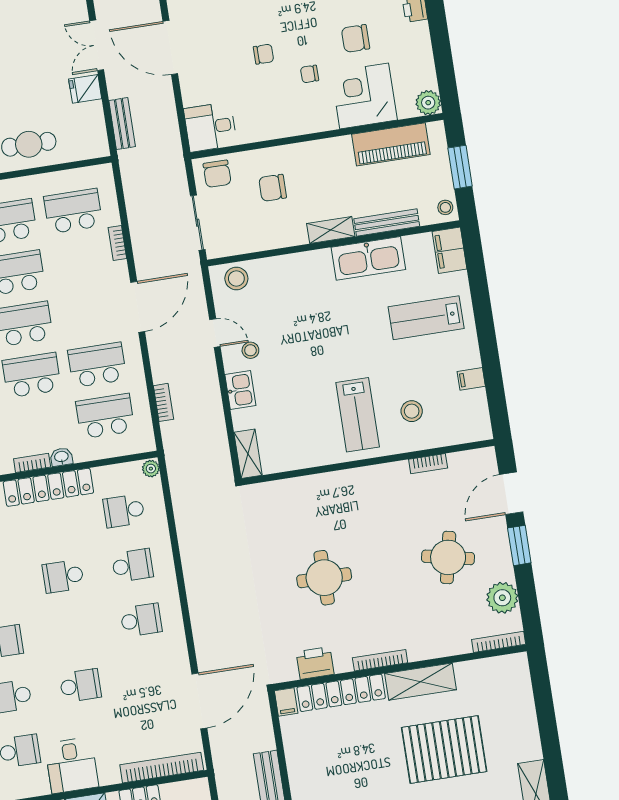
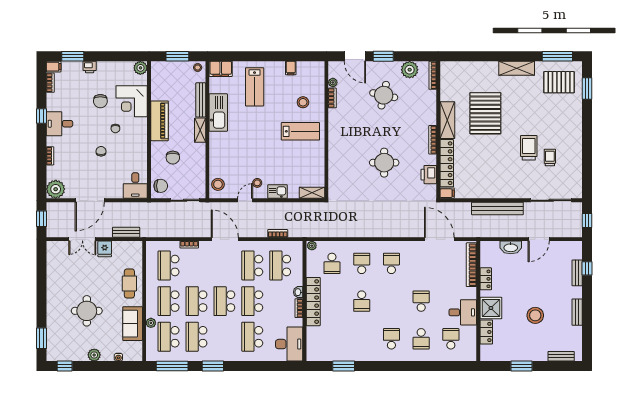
piano: (391, 144) -> (160, 121), moved
plant: (457, 460) -> (333, 82), added

